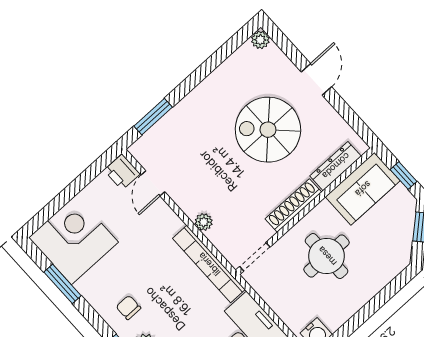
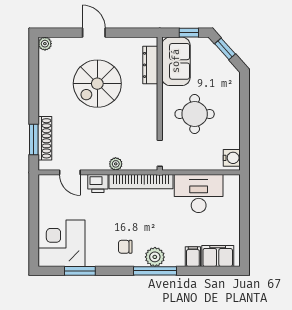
printer: (122, 172) -> (98, 184), moved
shoe rack: (293, 206) -> (45, 138), moved, turned 180

